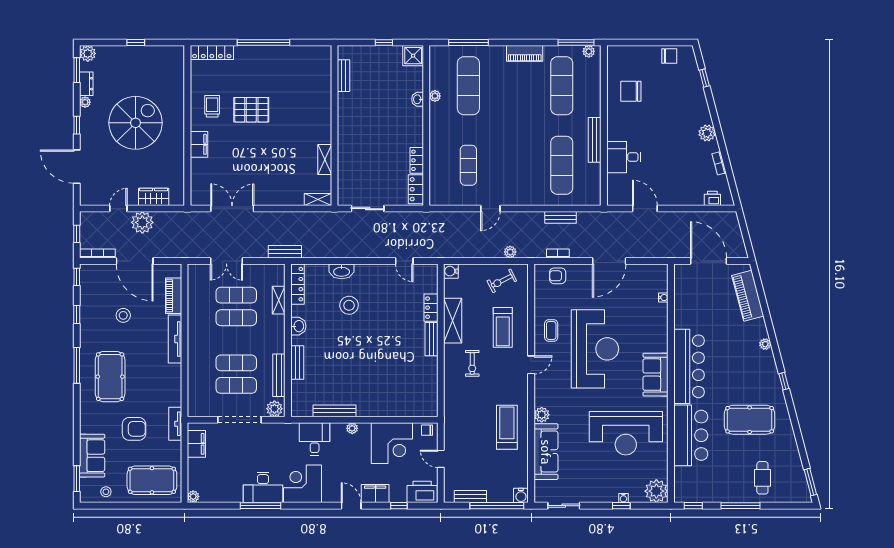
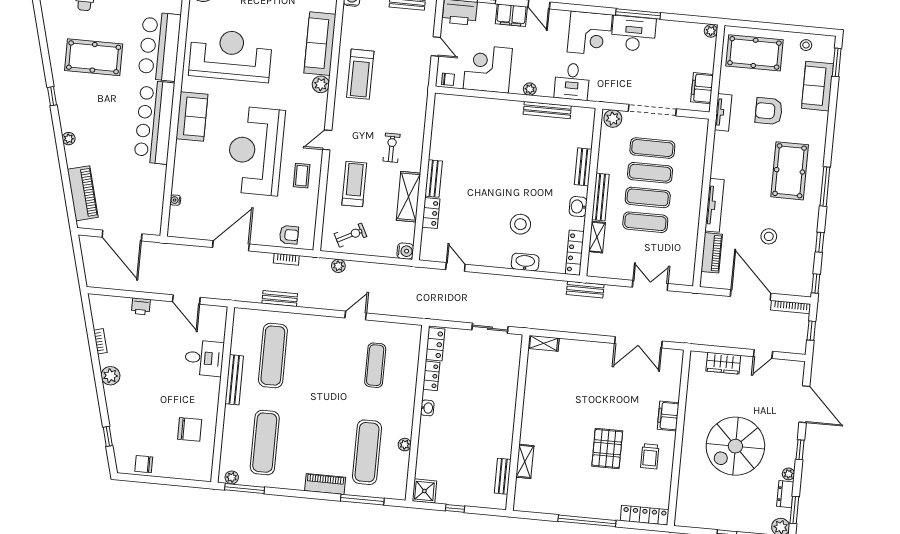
piano: (525, 53) -> (325, 484), moved
washbasin: (418, 99) -> (427, 408), moved
pallet: (251, 110) -> (607, 448), turned 90
shelving: (325, 160) -> (525, 461), moved
printer: (712, 198) -> (141, 306), moved
plant: (142, 222) -> (738, 336), removed
exercise mat: (236, 295) -> (648, 197), moved
bench: (279, 375) -> (600, 197), moved

